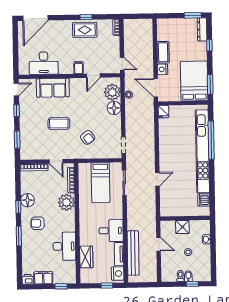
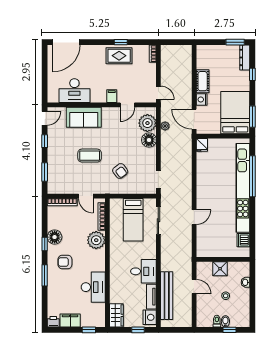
wardrobe: (86, 257) -> (116, 315), moved

